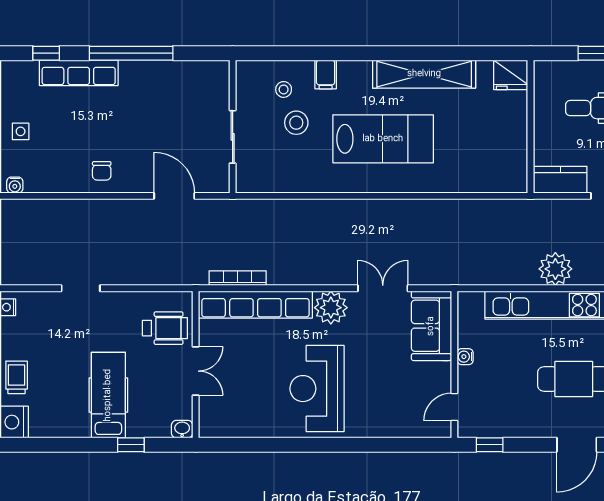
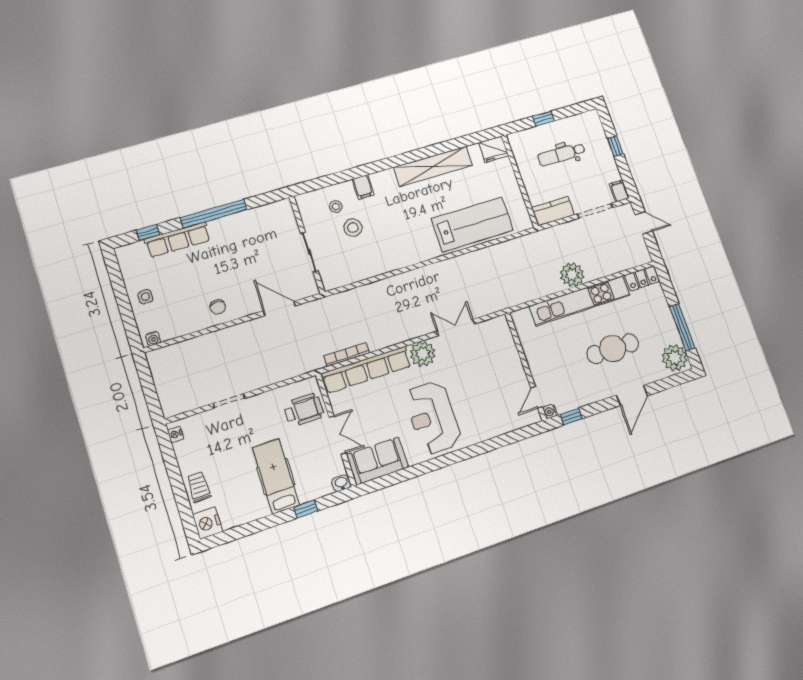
lab bench: (383, 139) -> (472, 224), moved
sofa: (431, 326) -> (377, 461), moved, turned 90
water cooler: (465, 357) -> (550, 411), moved

